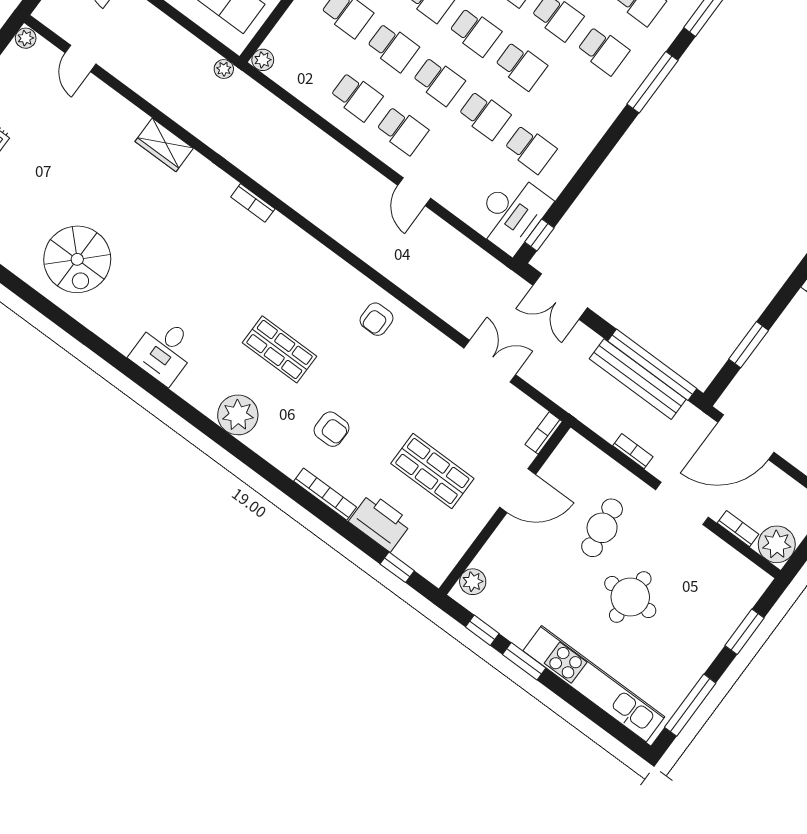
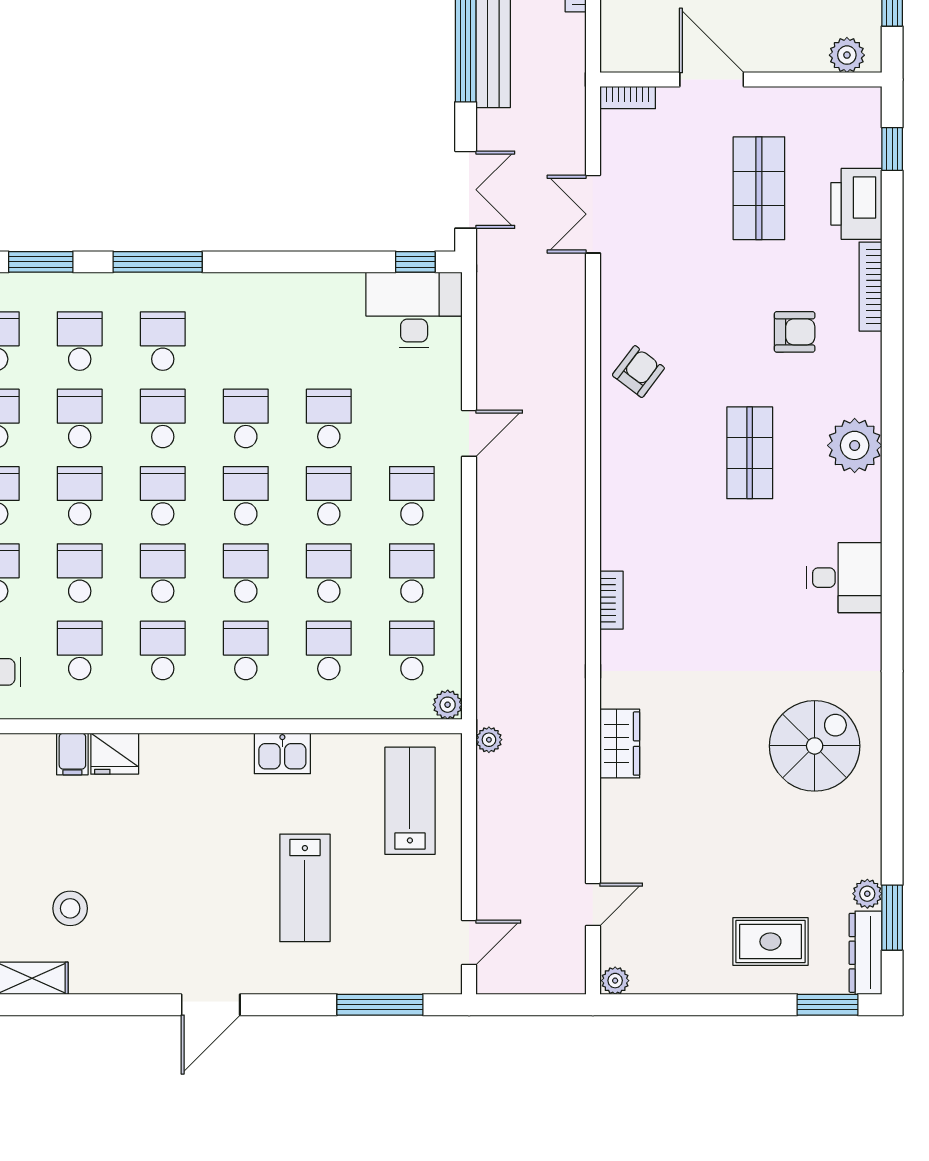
school desk: (530, 149) -> (412, 650), moved
armchair: (377, 319) -> (638, 372), turned -53
armchair: (332, 429) -> (795, 332), turned 90

